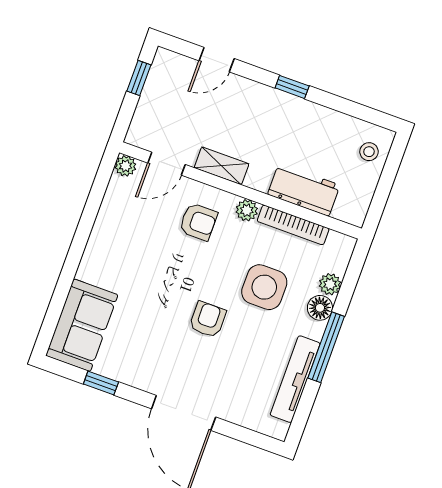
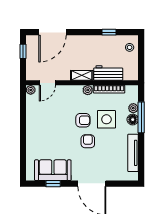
door: (217, 60) -> (53, 32), width x1.87
window: (292, 87) -> (109, 32), moved
shelving: (222, 166) -> (82, 75), moved
armchair: (198, 222) -> (83, 120), moved
sofa: (82, 325) -> (53, 170), moved, turned -90
window: (326, 347) -> (141, 117), moved

